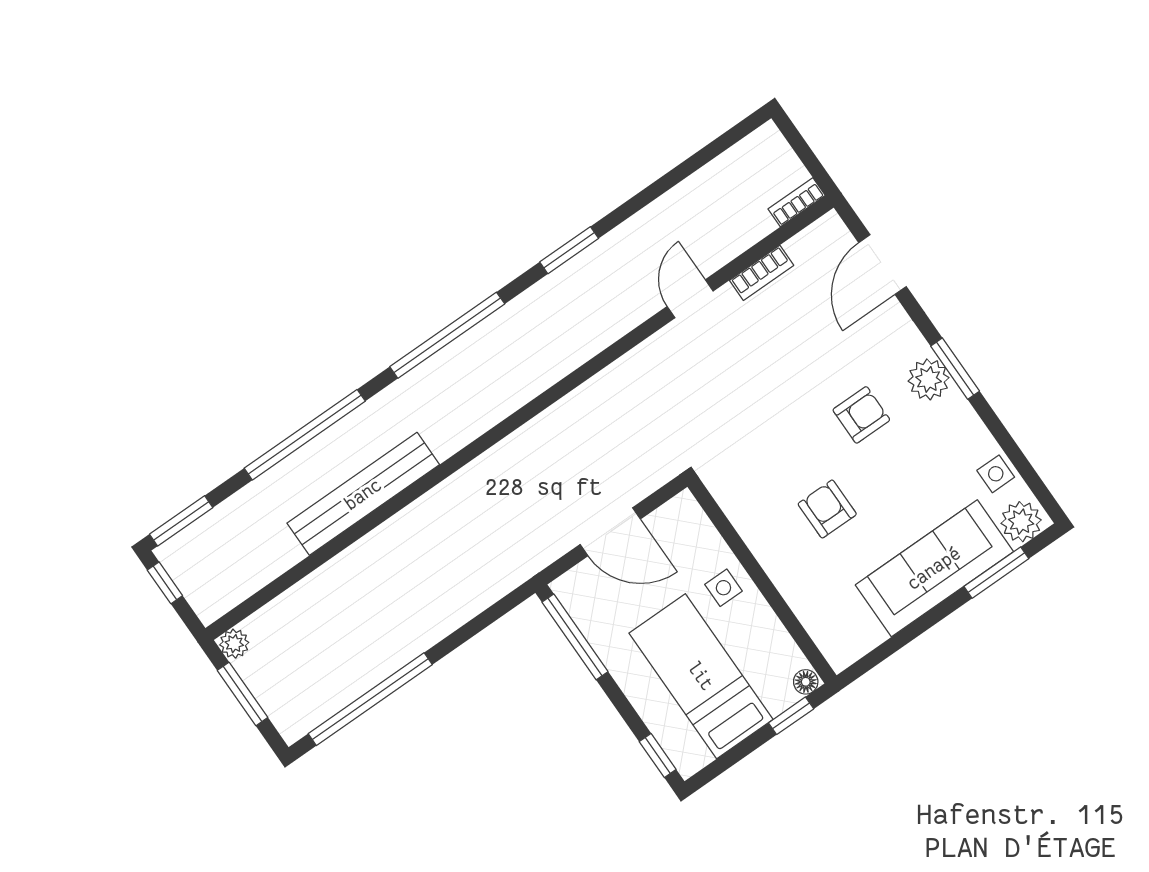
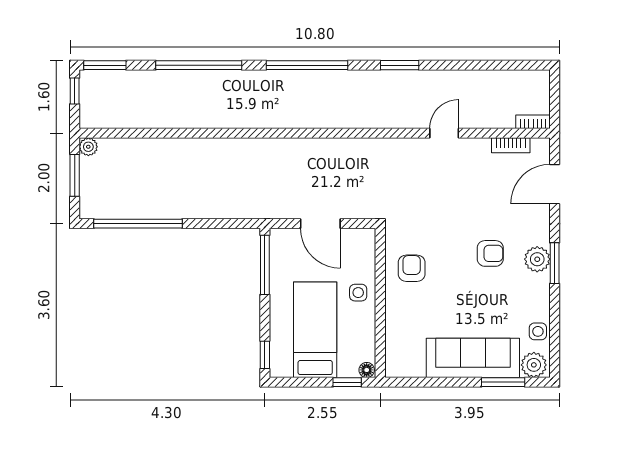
bookcase: (762, 273) -> (511, 145), moved
bench: (363, 494) -> (208, 116), removed
armchair: (827, 509) -> (412, 268), moved

